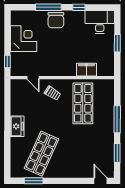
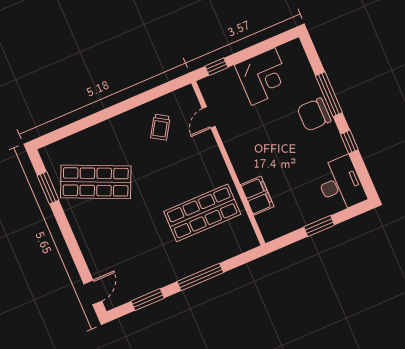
trolley: (53, 93) -> (160, 127), moved
freezer: (17, 126) -> (122, 125), removed

